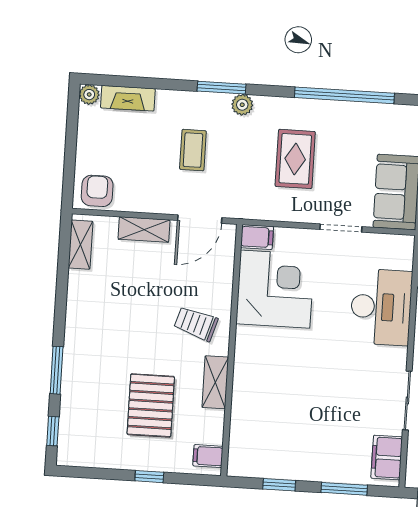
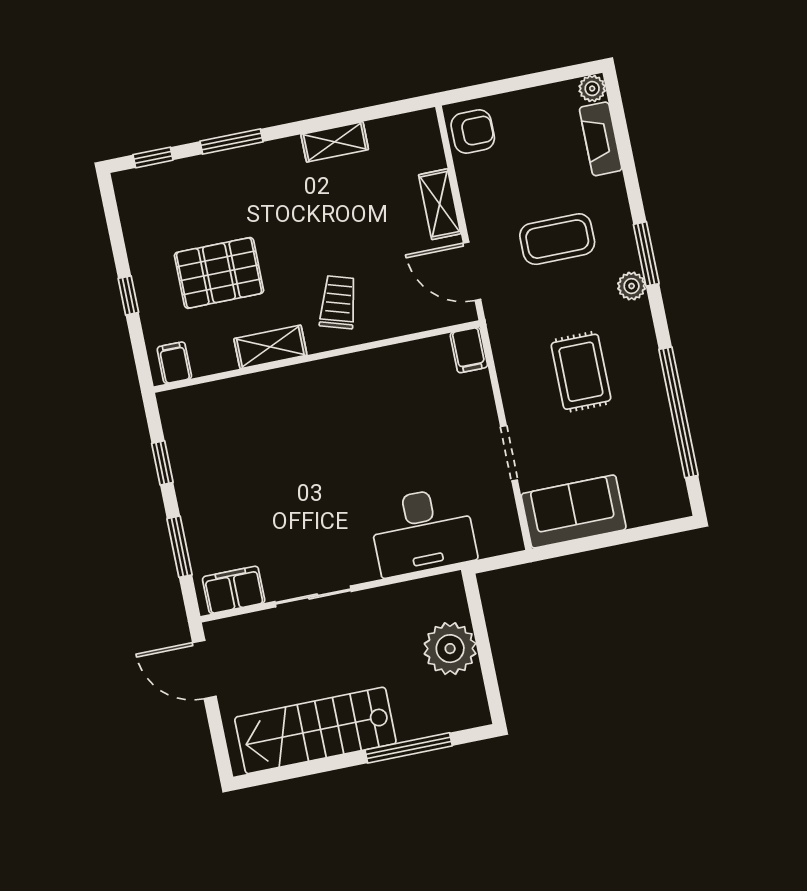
coffee table: (193, 150) -> (557, 239), width x1.36, depth x1.30
rug: (295, 159) -> (581, 372), turned 90
shelving: (81, 245) -> (335, 142), moved
corner desk: (275, 289) -> (409, 391), removed

